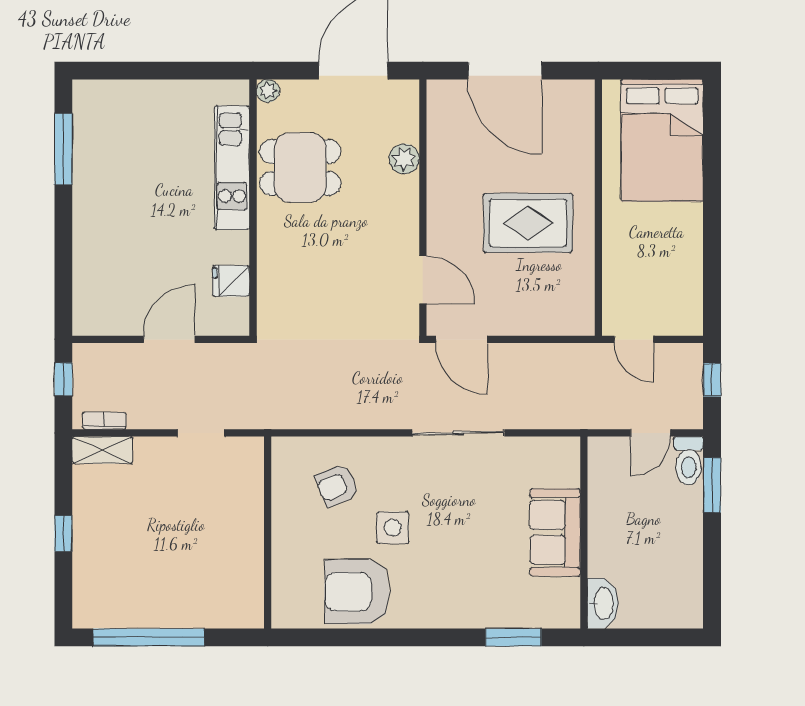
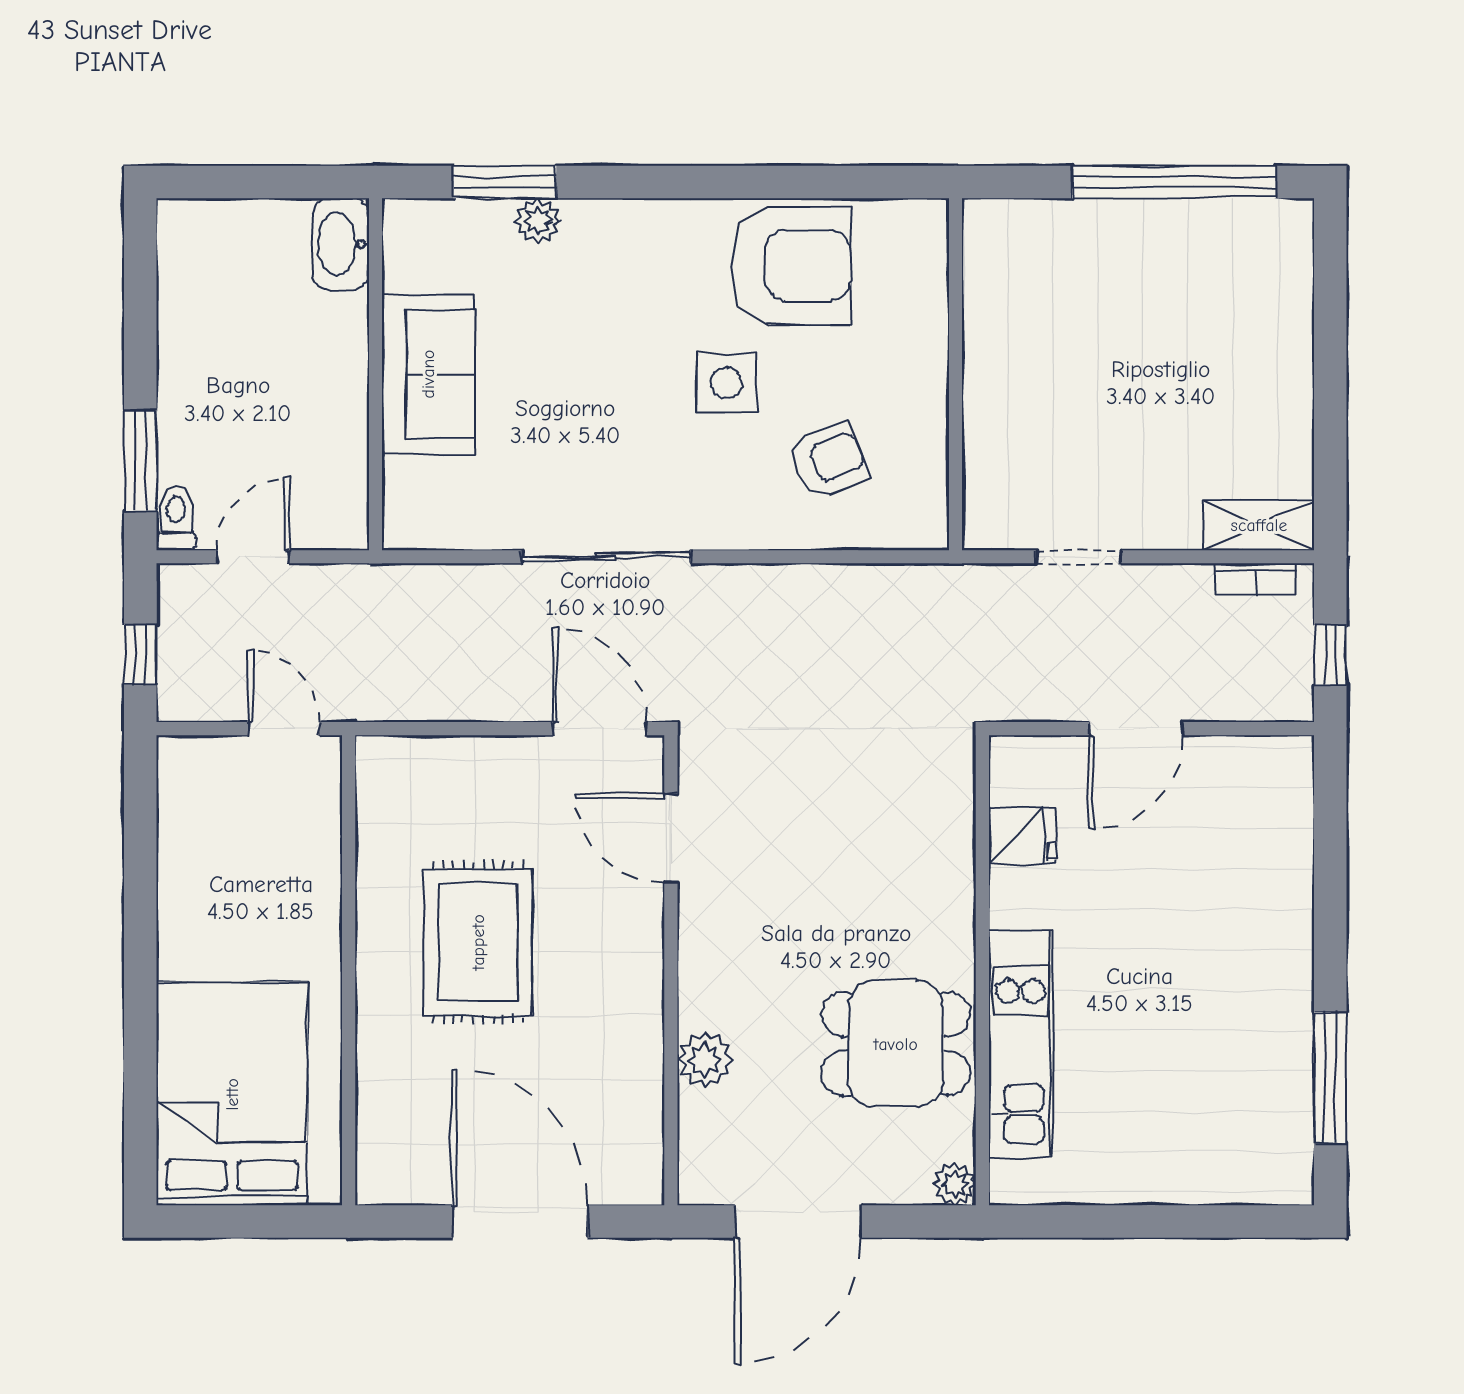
rug: (528, 223) -> (478, 942), turned 90
toilet: (689, 461) -> (176, 518), width x0.73, depth x0.72
window: (63, 534) -> (1330, 372), removed
plant: (495, 616) -> (538, 221), added

